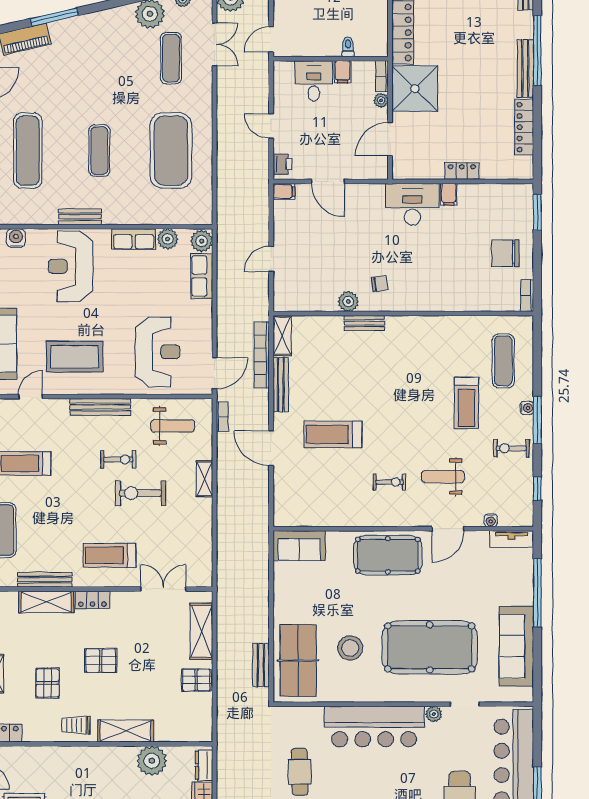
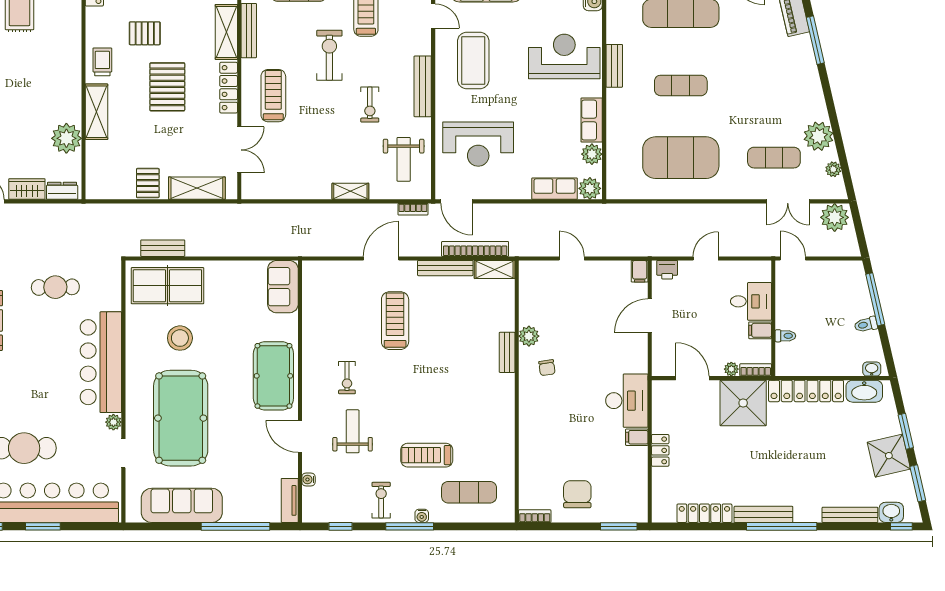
exercise bike: (141, 493) -> (329, 55), moved
locker: (92, 600) -> (229, 88), width x1.53
pallet: (101, 661) -> (167, 87), width x1.50, depth x1.42

